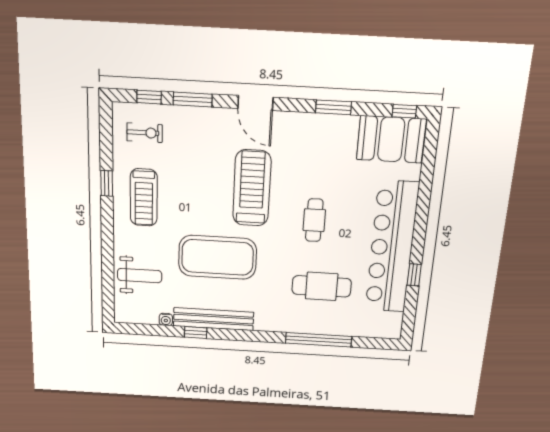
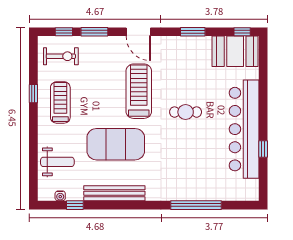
exercise bike: (145, 133) -> (61, 56), width x1.38, depth x1.39
treadmill: (144, 198) -> (60, 102), turned 180
cafe table: (314, 220) -> (186, 112), turned 90
cafe table: (322, 286) -> (195, 162), removed
water cooler: (166, 320) -> (60, 196), moved
window: (196, 333) -> (75, 205), moved

